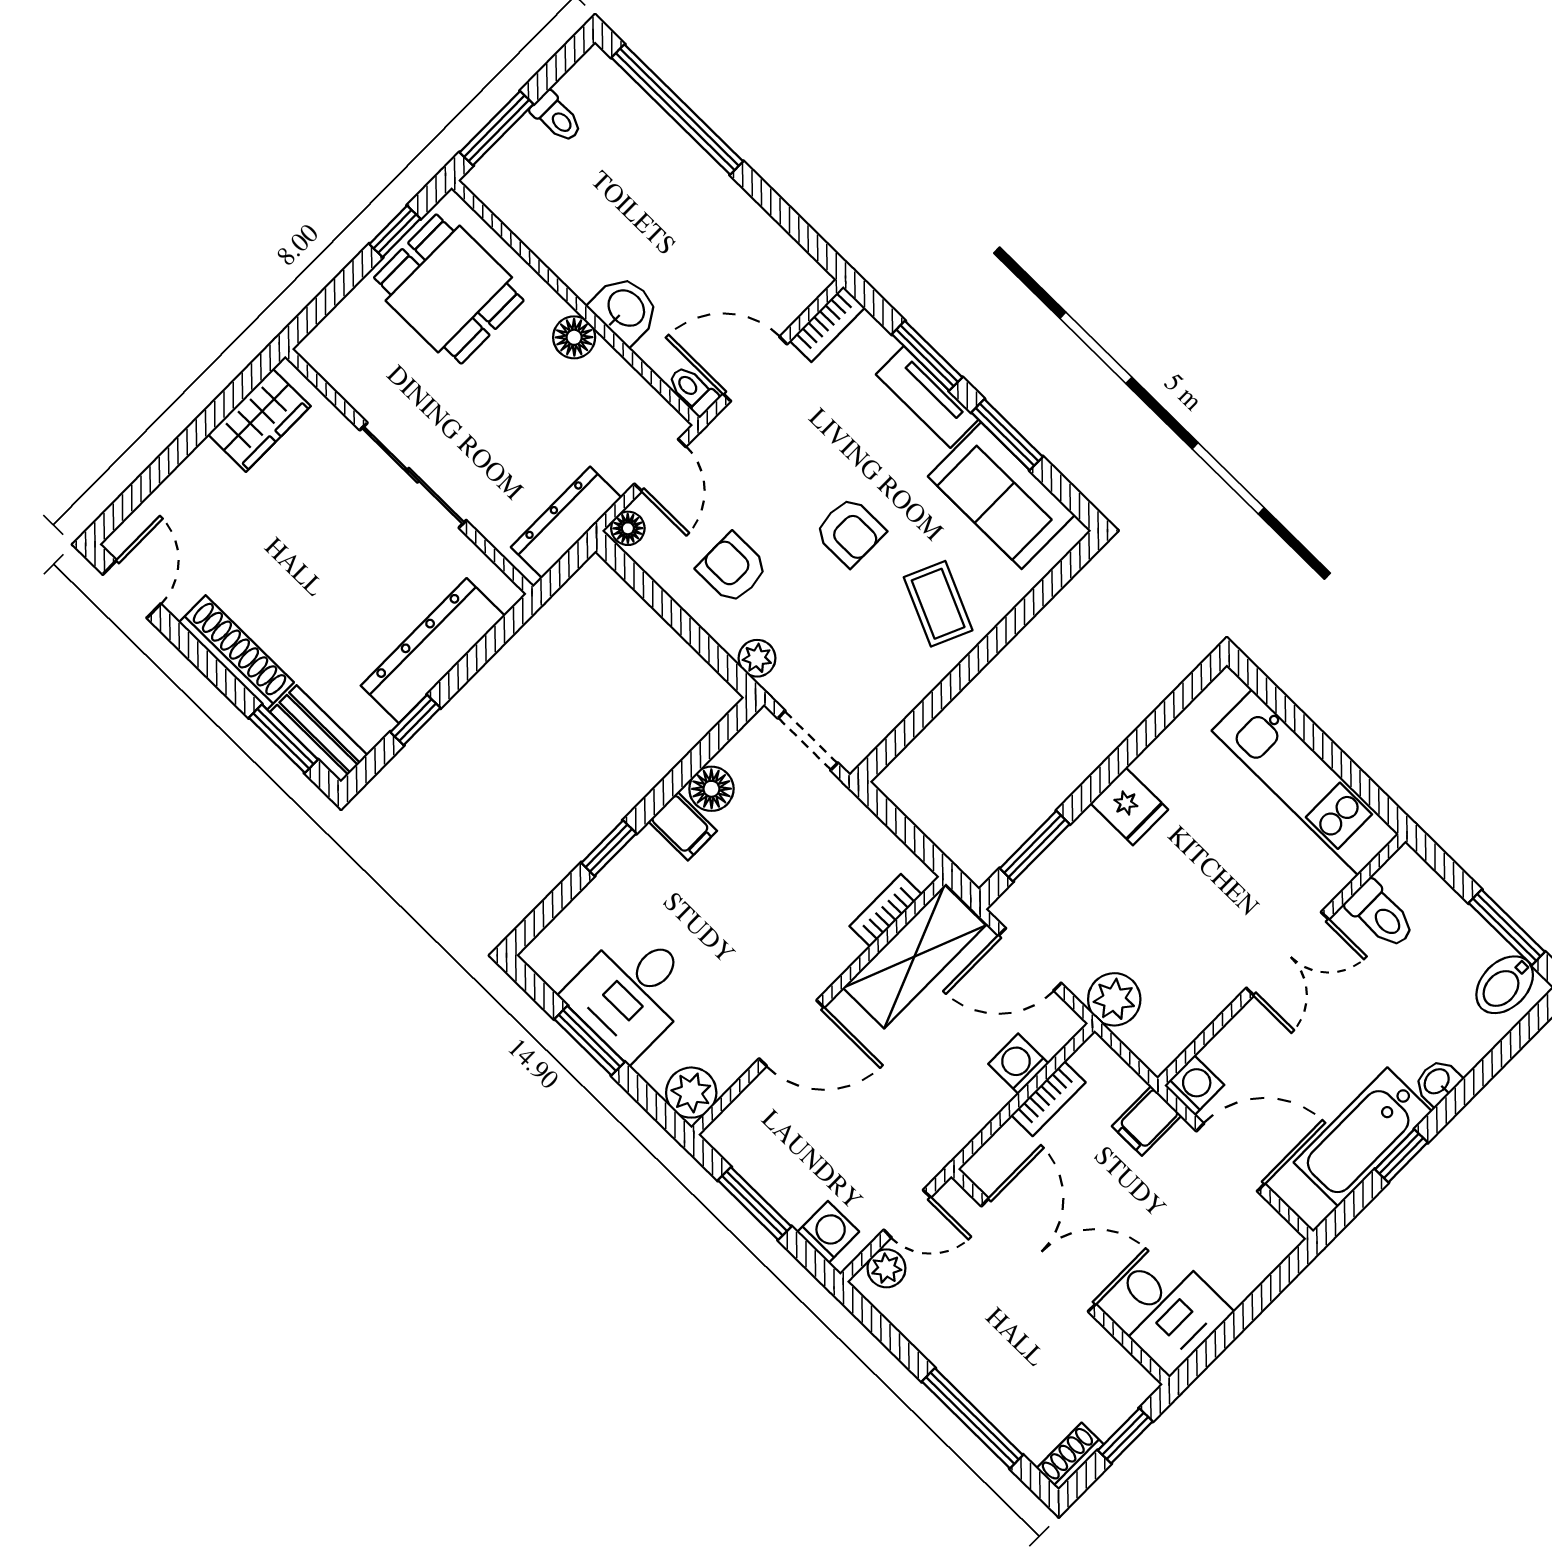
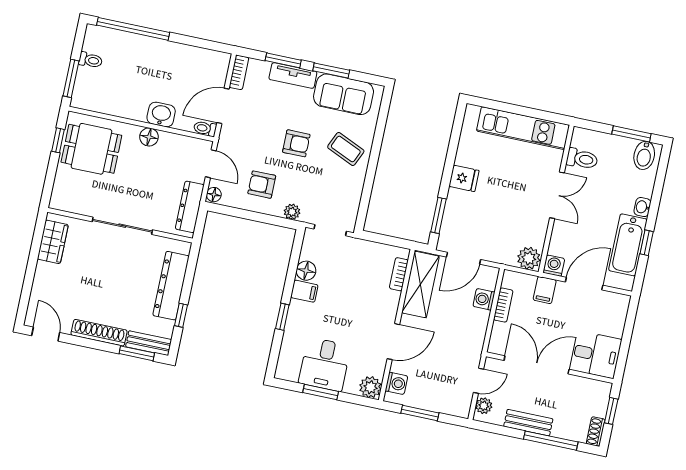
plant: (1114, 999) -> (529, 258), moved
washing machine: (828, 1232) -> (396, 383), moved, turned 90
bench: (951, 1356) -> (528, 423), added

